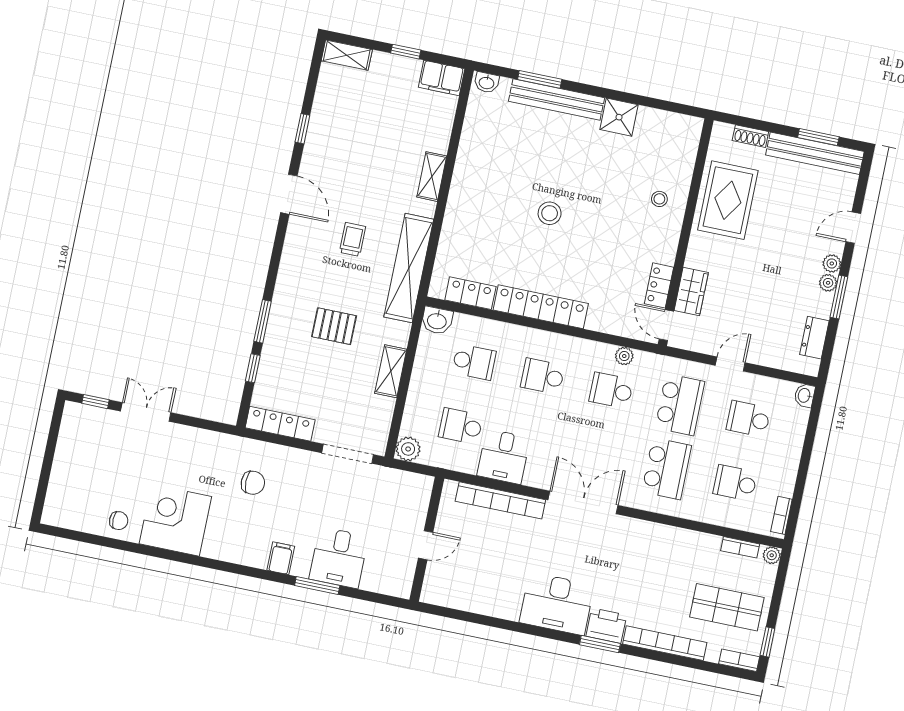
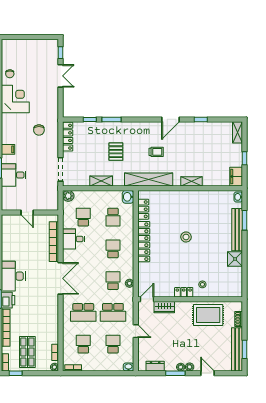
locker: (659, 285) -> (184, 292), moved

